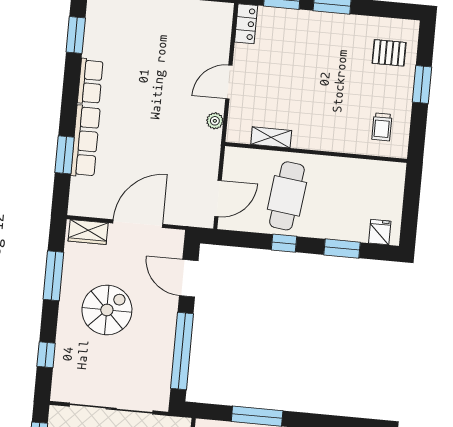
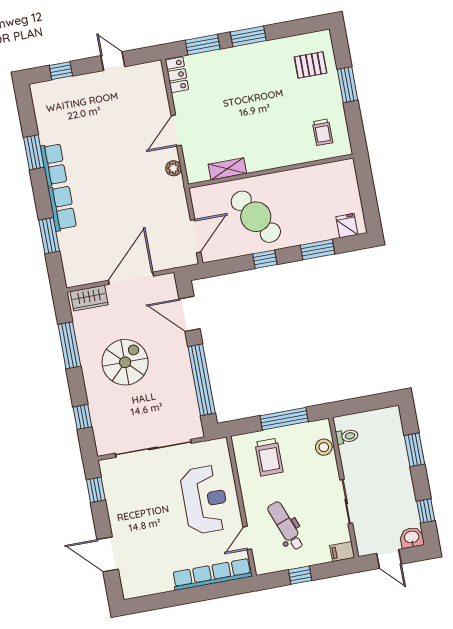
window: (76, 35) -> (34, 152), moved
row of seats: (85, 141) -> (62, 208), width x0.68
cafe table: (287, 196) -> (256, 217), turned -39

